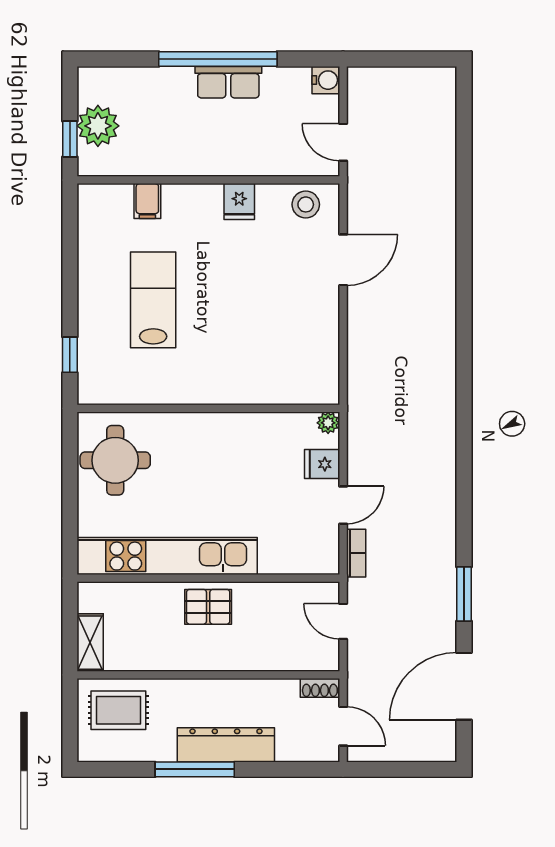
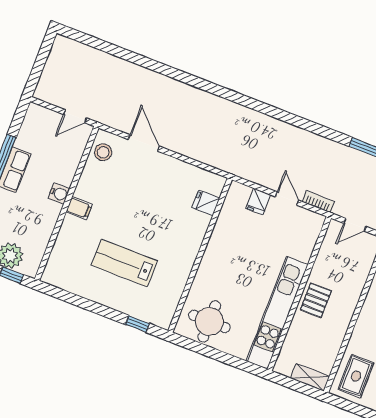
water cooler: (326, 80) -> (59, 193), moved, turned 90
filing cabinet: (147, 201) -> (79, 208), moved
fridge: (239, 202) -> (206, 203), moved, turned 180
plant: (328, 423) -> (236, 189), removed

